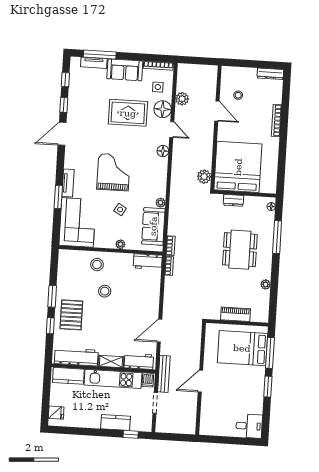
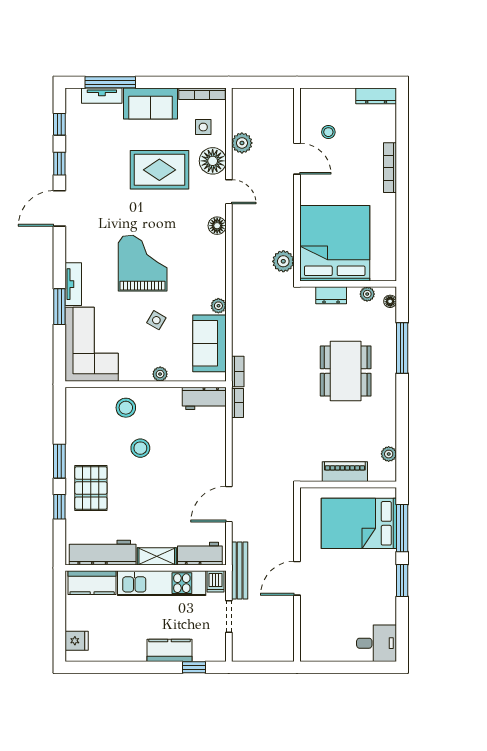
plant: (257, 201) -> (367, 294), added
plant: (266, 284) -> (389, 454), moved

